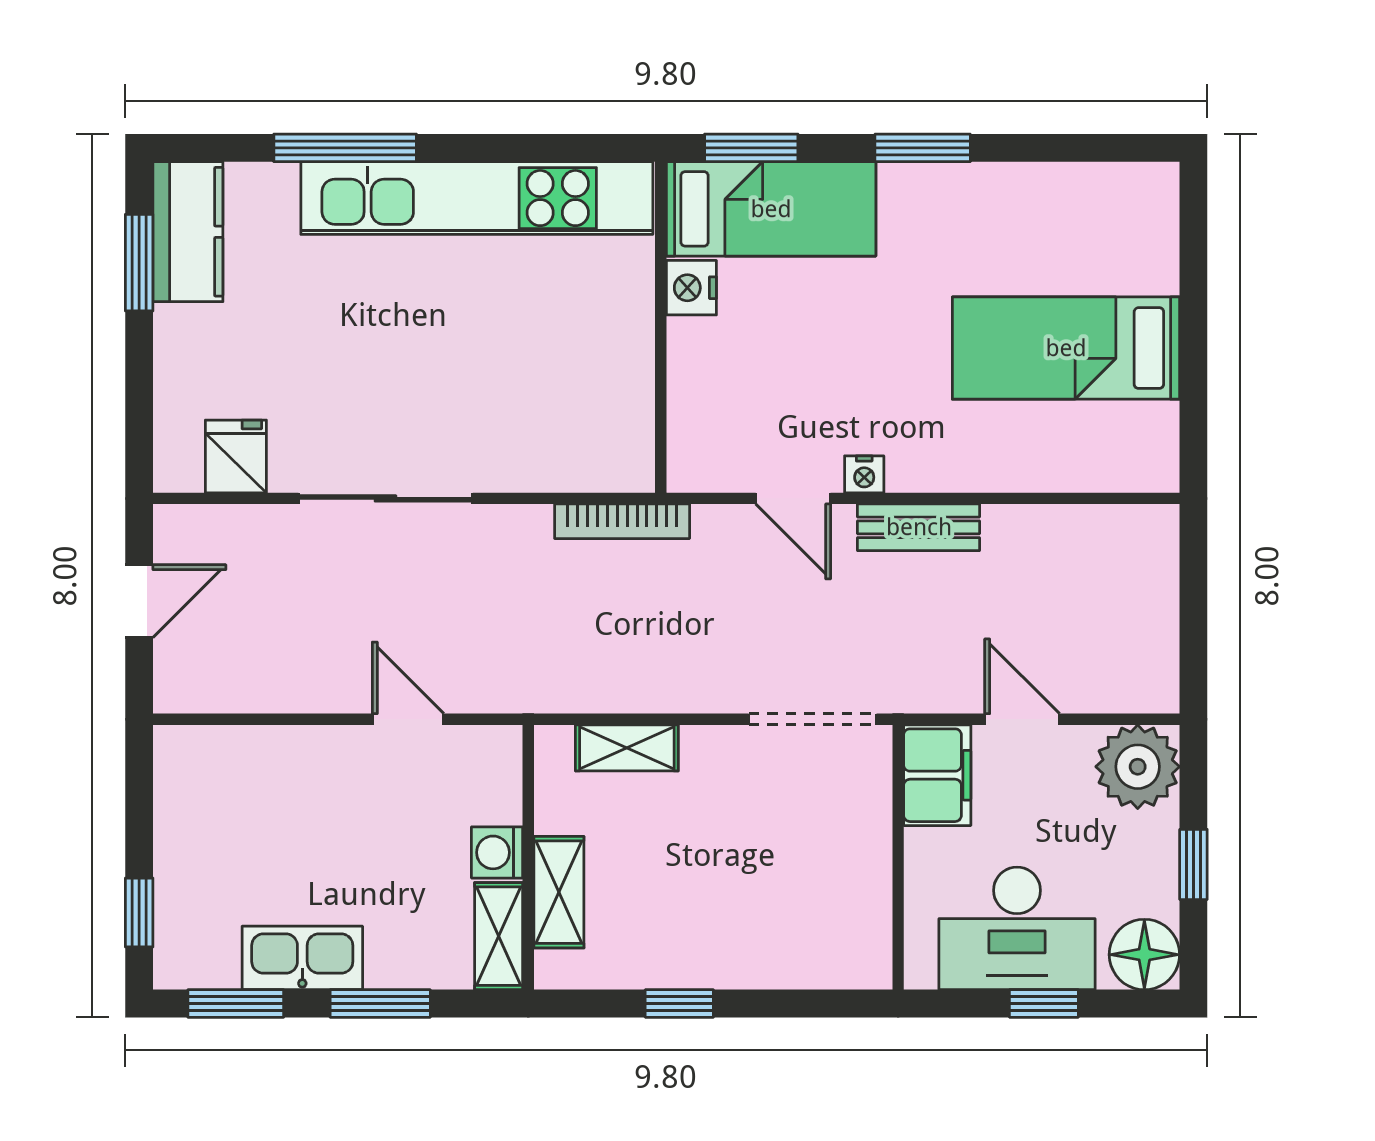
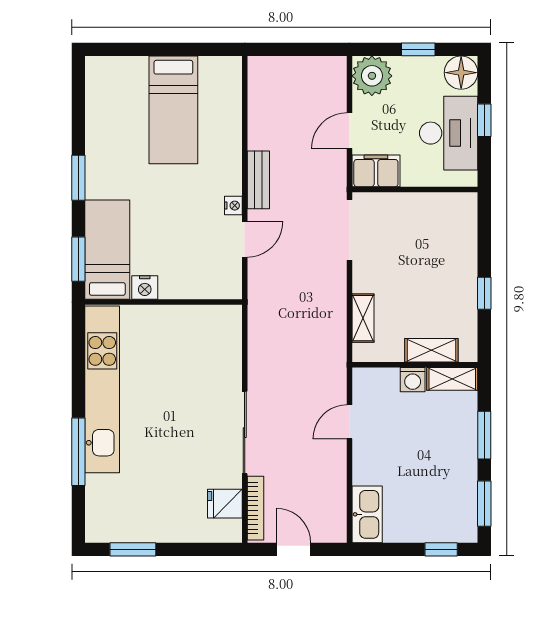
kitchen counter: (188, 232) -> (118, 526), removed
bookcase: (622, 521) -> (256, 508), moved
kitchen sink: (302, 958) -> (367, 514), moved, turned 180

